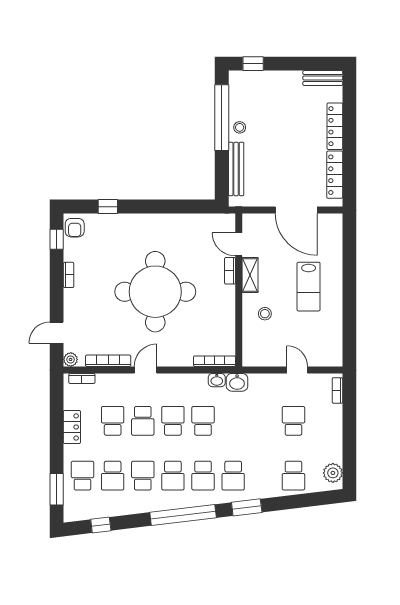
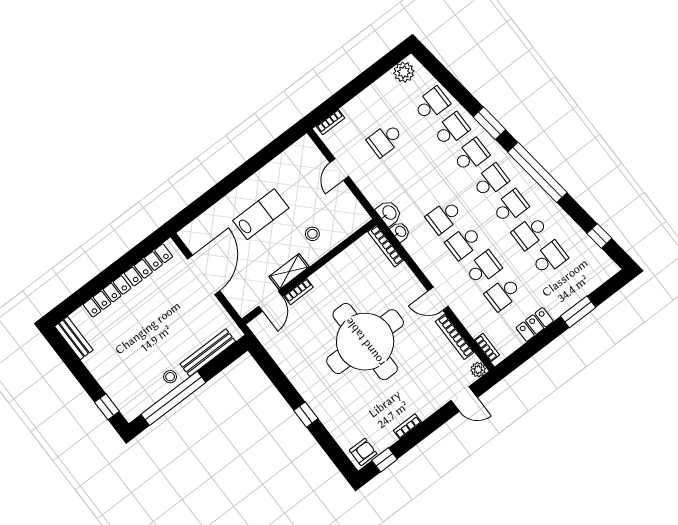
window: (108, 207) -> (306, 415), moved
school desk: (82, 476) -> (451, 130), moved, turned 180
window: (57, 489) -> (578, 312), moved

